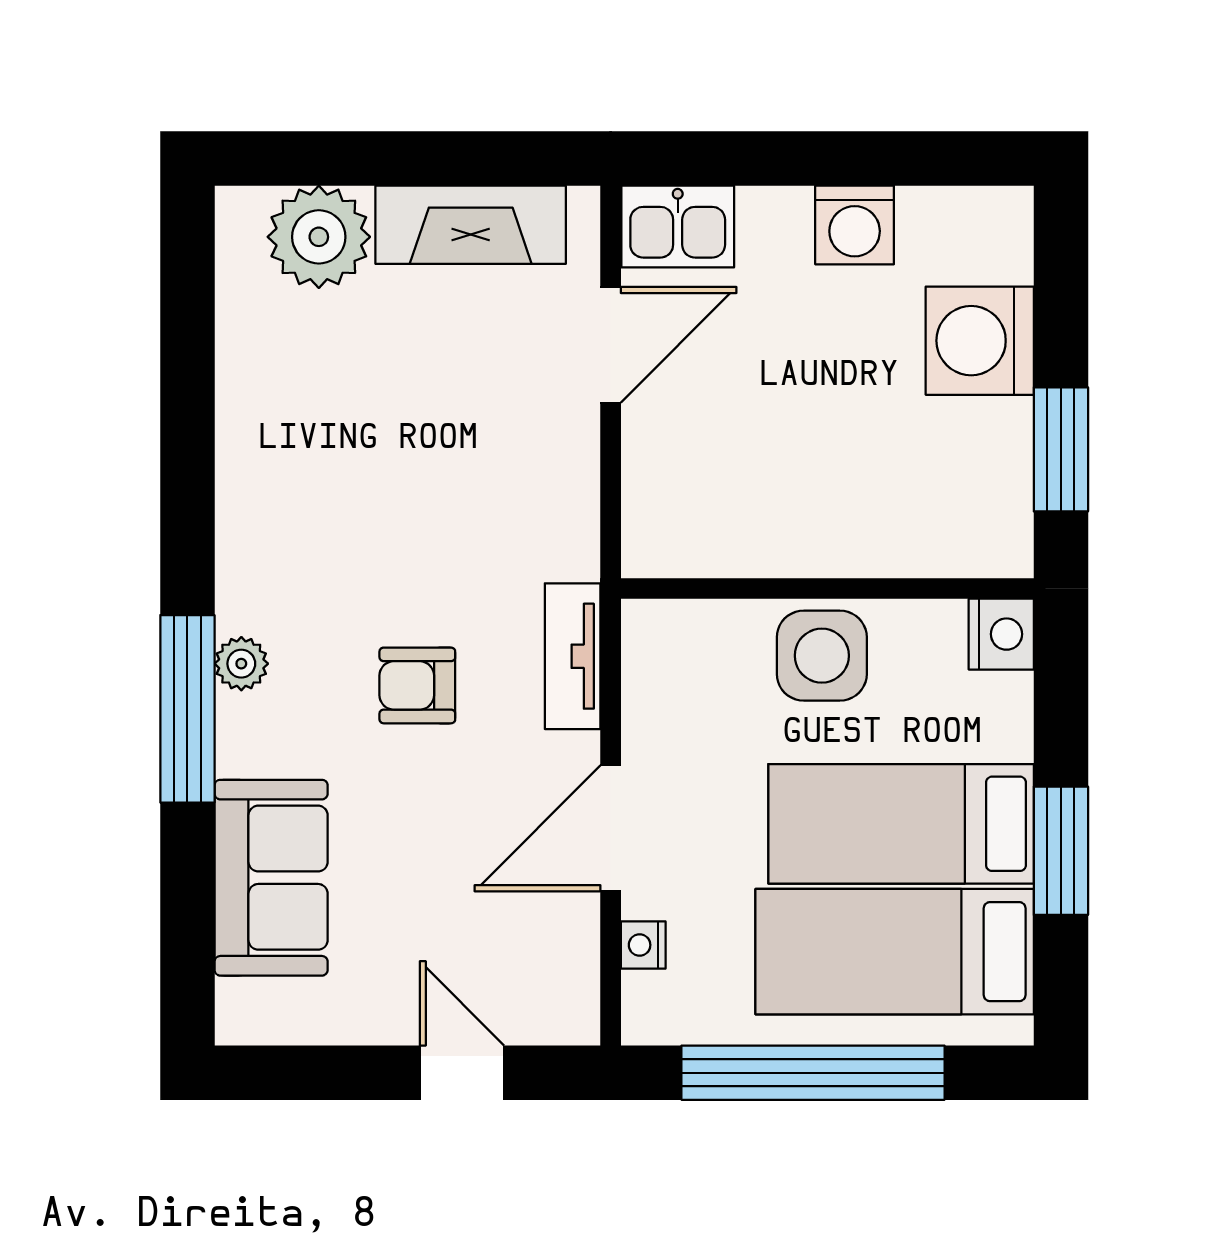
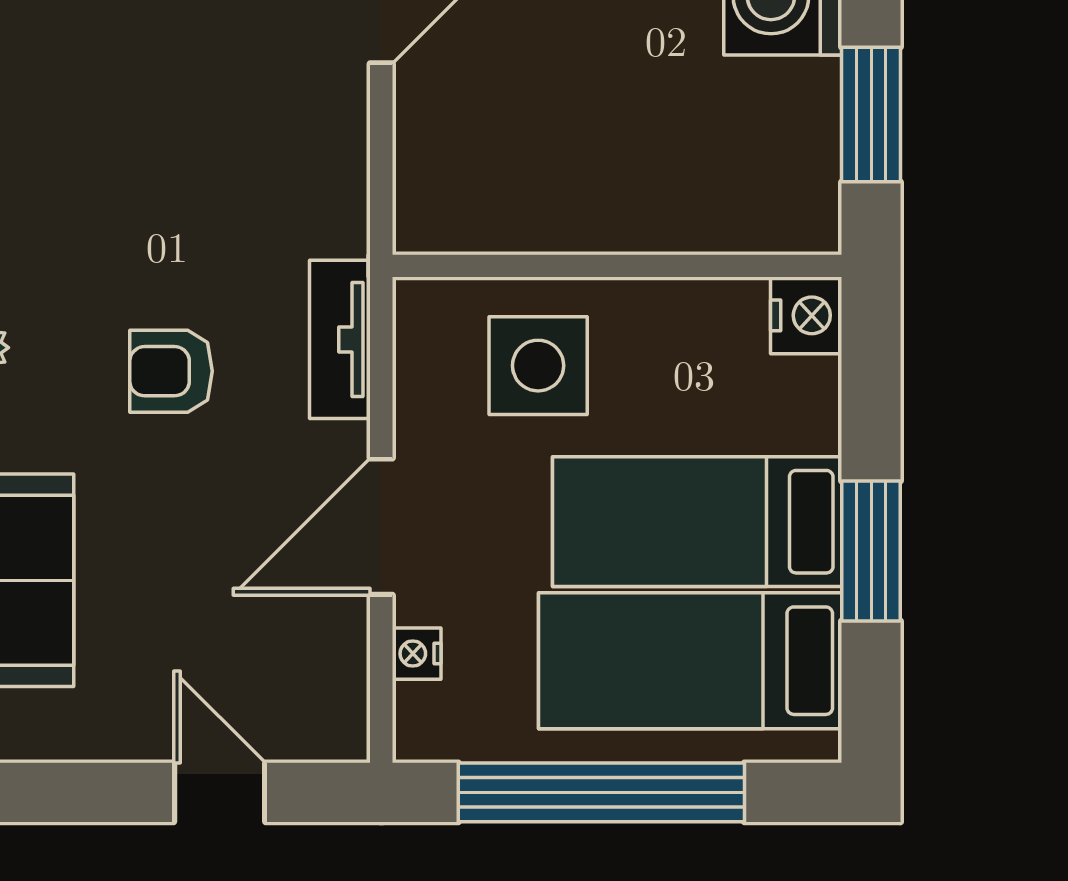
side table: (822, 656) -> (538, 366), moved

